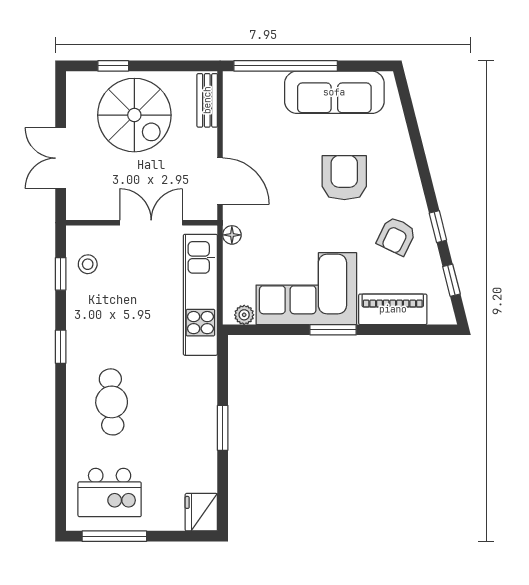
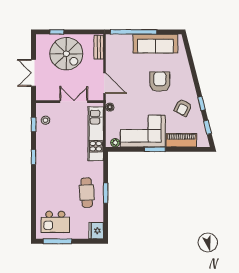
cafe table: (112, 402) -> (87, 193), moved

